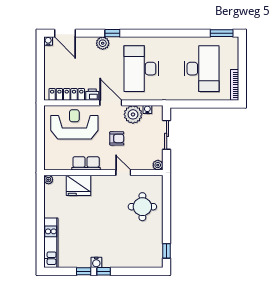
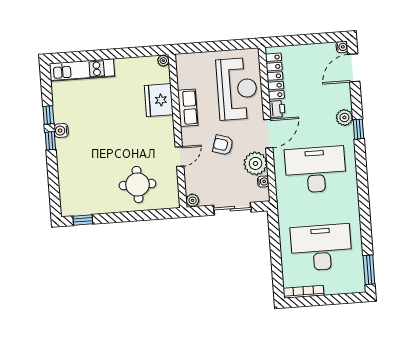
desk: (202, 69) -> (321, 247), turned 180
armchair: (117, 138) -> (223, 145), turned 107

